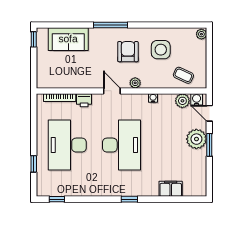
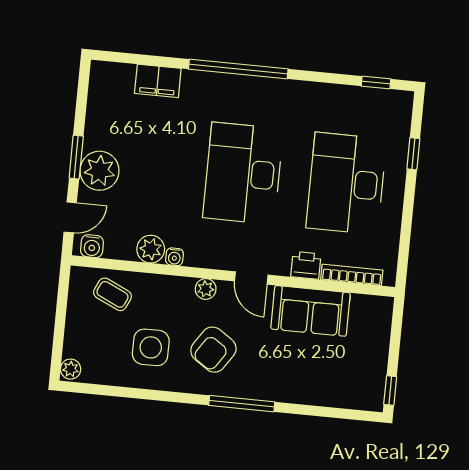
sofa: (68, 39) -> (311, 311), moved, turned 180
armchair: (128, 52) -> (213, 350), turned 34
plant: (182, 101) -> (151, 249), moved
door: (209, 113) -> (70, 217), hinge flipped
desk: (67, 145) -> (346, 183), turned 180
window: (129, 199) -> (238, 69), width x3.17

